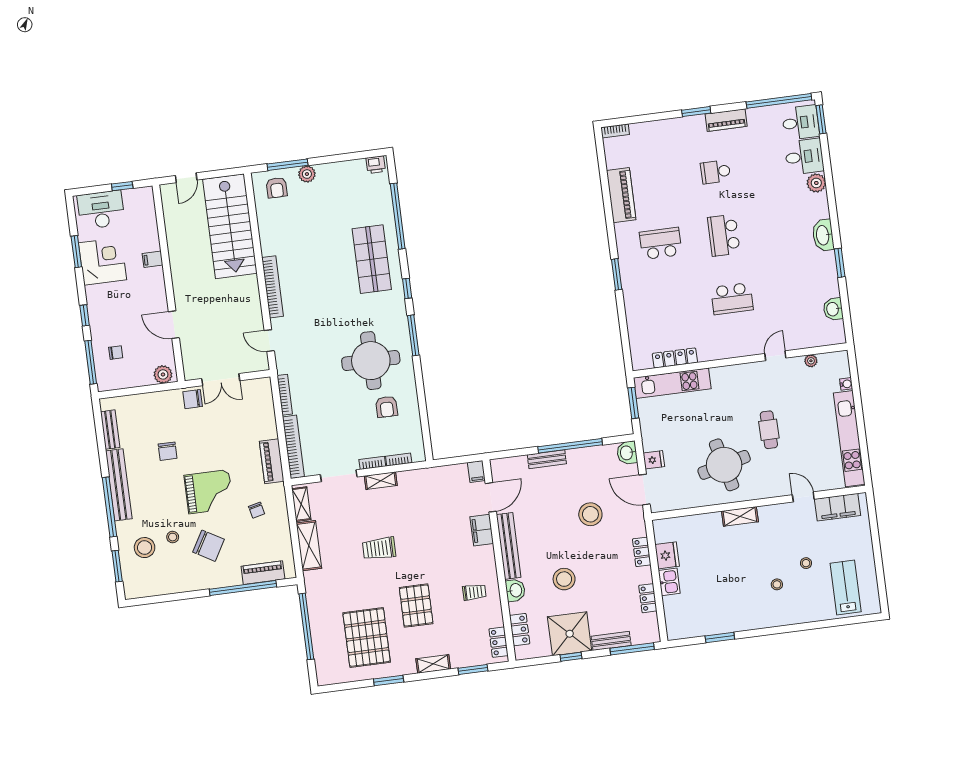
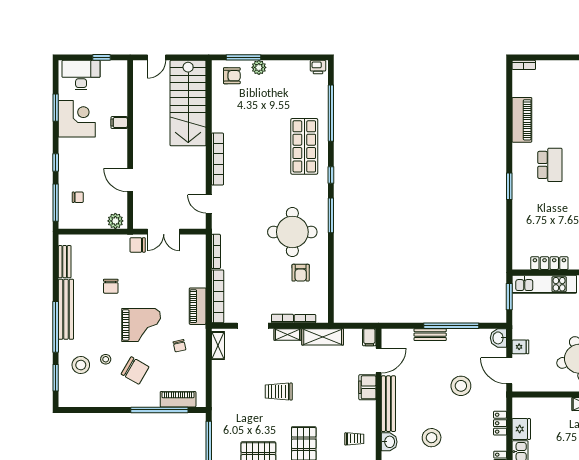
armchair: (277, 188) -> (232, 76), turned -90
school desk: (661, 243) -> (550, 165), turned 90
shelving: (309, 546) -> (323, 337), moved, turned 90

